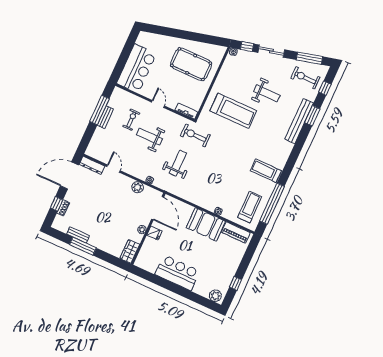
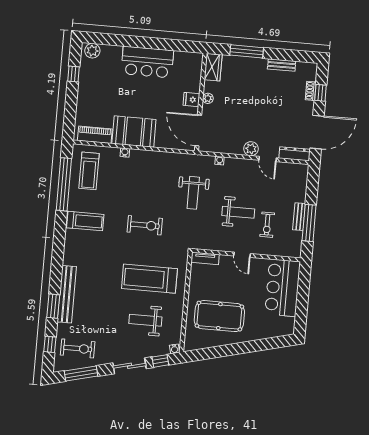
weight bench: (267, 93) -> (145, 320), moved
exercise bike: (195, 135) -> (145, 225), moved
plant: (138, 187) -> (251, 149), moved
window: (83, 246) -> (247, 51), moved

